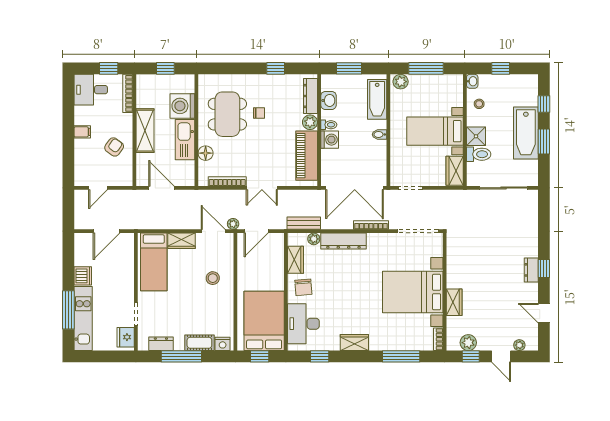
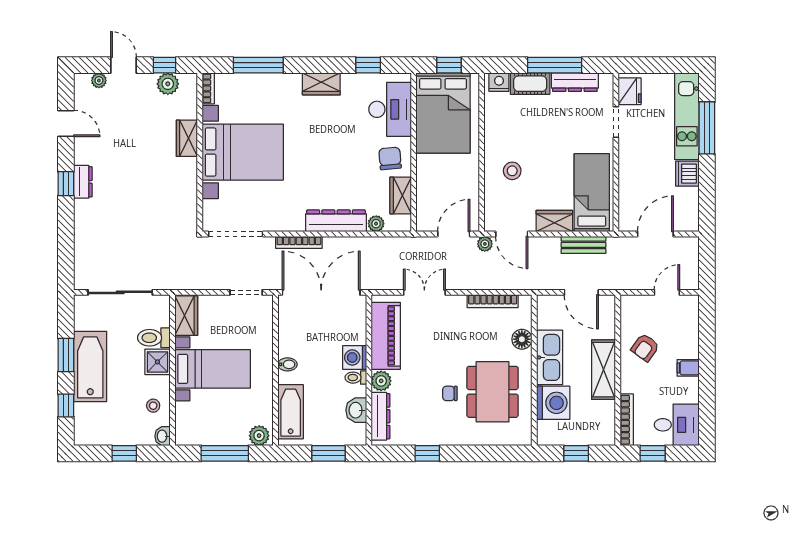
double door: (262, 188) -> (424, 292), moved
bench: (304, 223) -> (584, 245), moved
dresser: (161, 344) -> (575, 82), width x1.44

